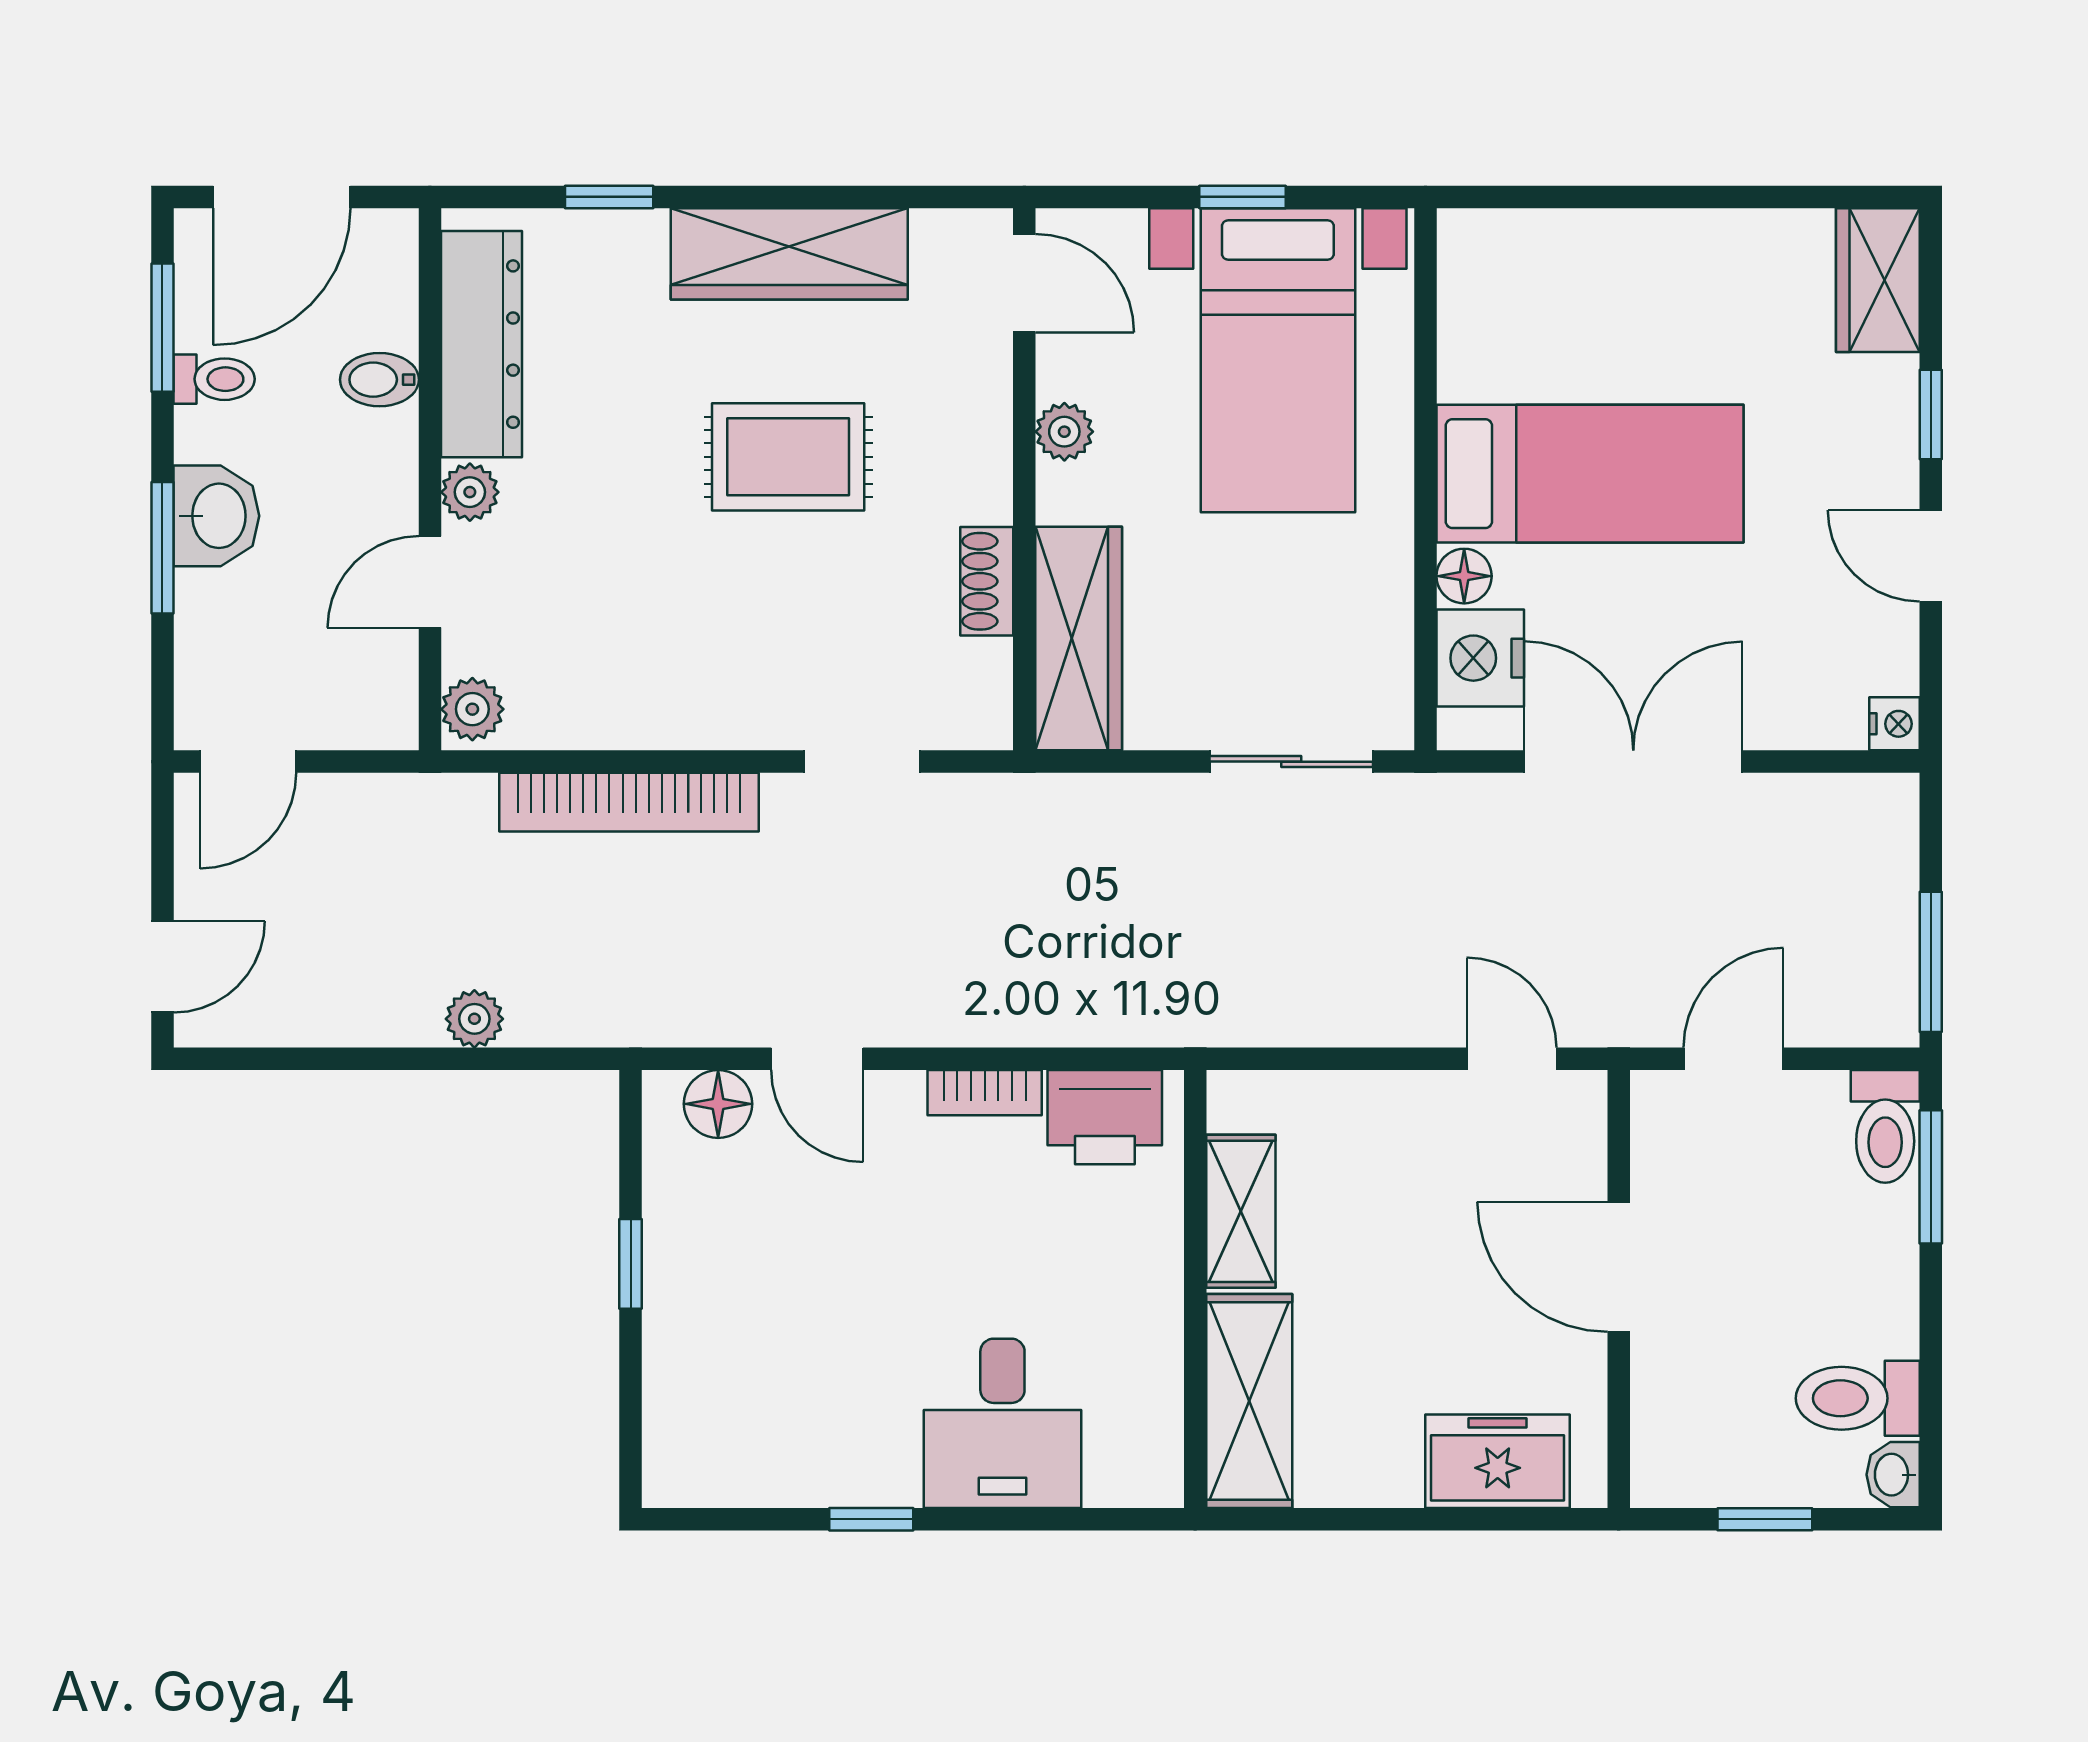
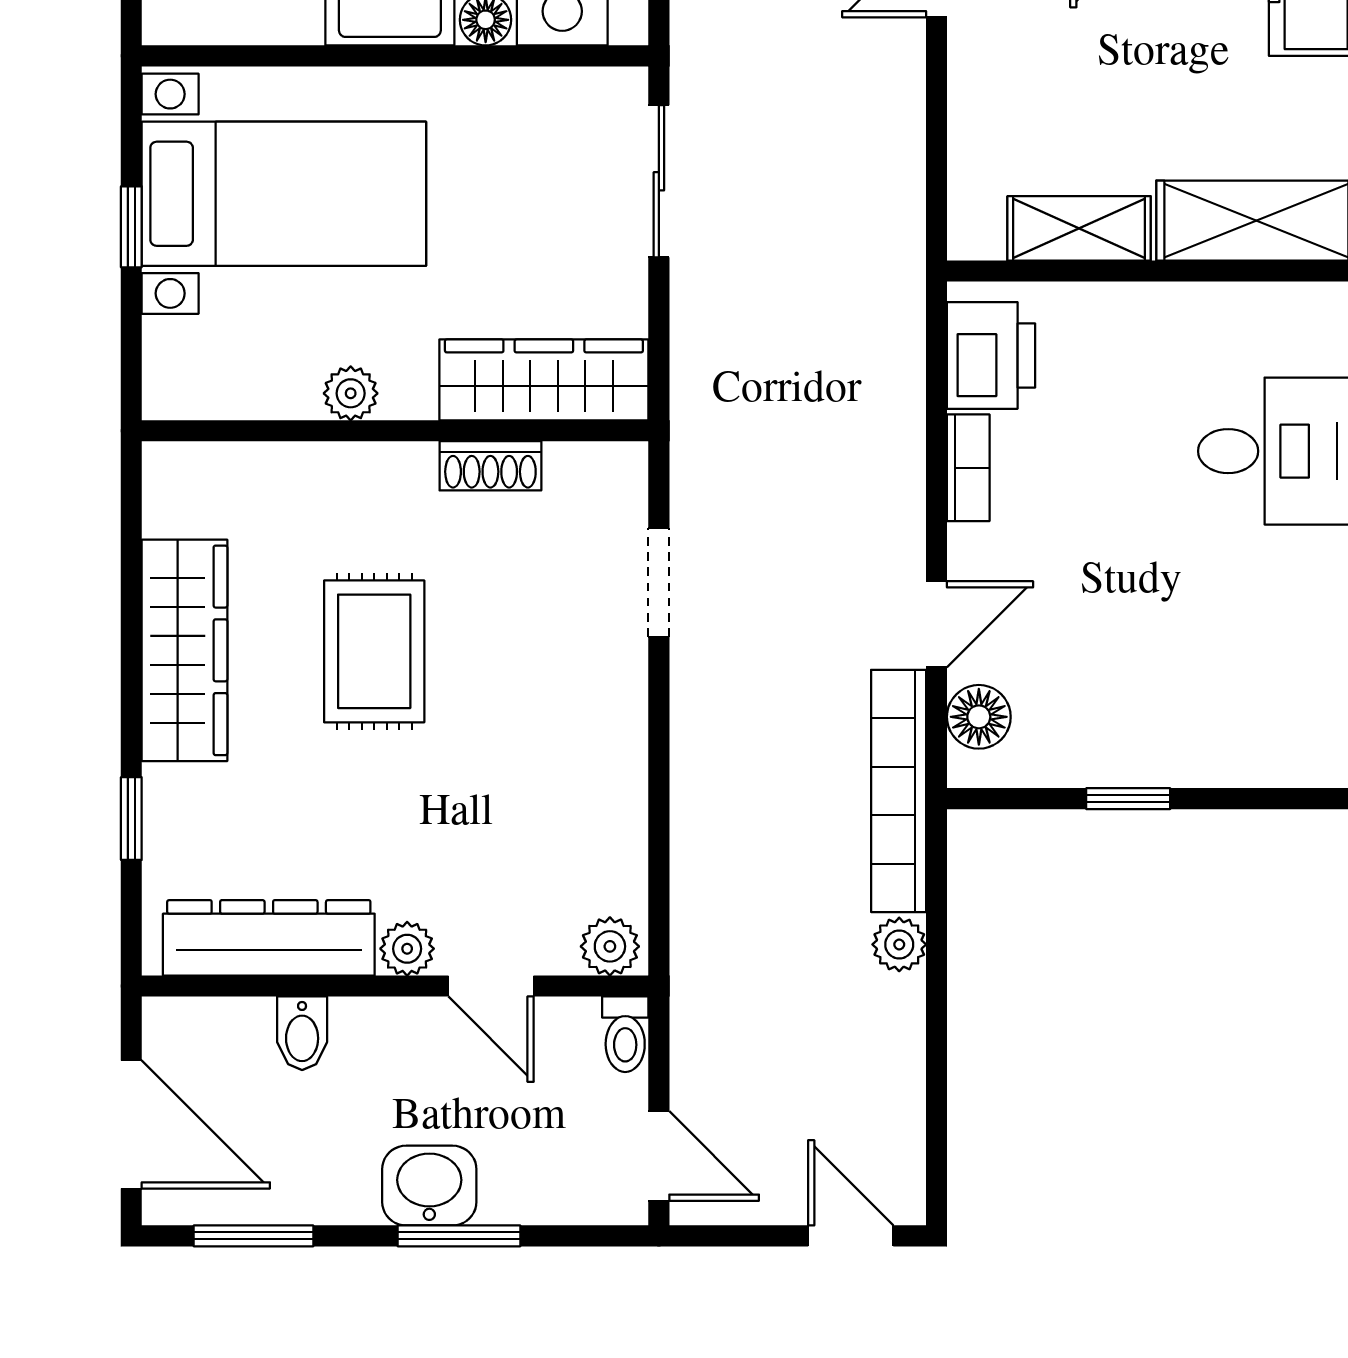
door: (1024, 283) -> (212, 431), removed
toilet: (214, 379) -> (625, 1034), moved, turned 180
bookcase: (629, 802) -> (899, 791), moved, turned 180

